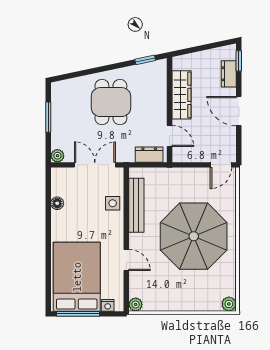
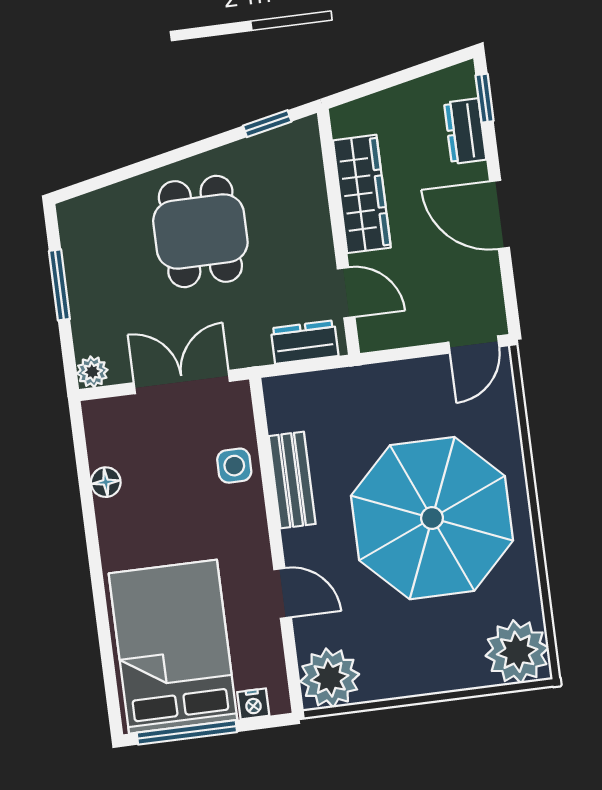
bench: (136, 205) -> (292, 480), width x0.73
plant: (136, 304) -> (330, 678), width x1.87, depth x1.87
plant: (229, 304) -> (517, 652), width x1.87, depth x1.87

